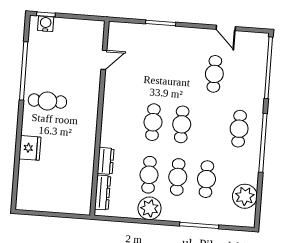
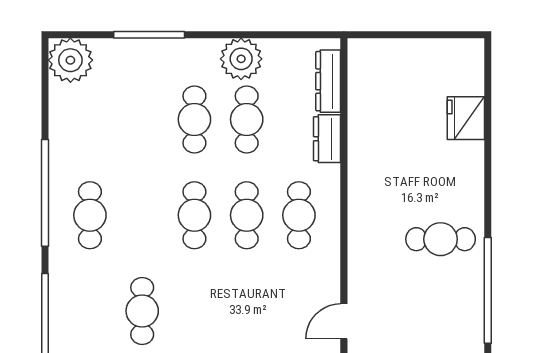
fridge: (30, 148) -> (466, 118), moved
cafe table: (206, 179) -> (299, 215), moved
plant: (245, 196) -> (70, 60), moved

